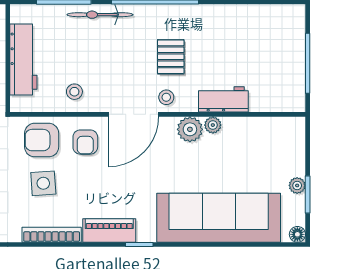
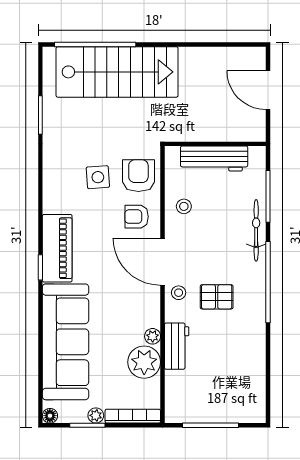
plant: (190, 129) -> (144, 362), moved, width x1.36, depth x1.36
piano: (109, 230) -> (57, 248), width x1.37, depth x1.33
bookcase: (52, 235) -> (133, 416), moved, turned -90

